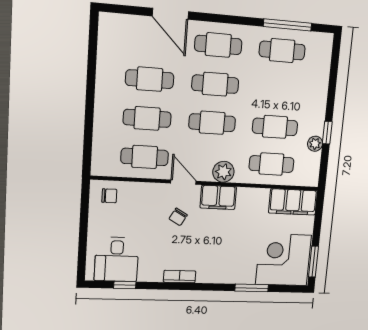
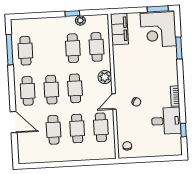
door: (170, 14) -> (14, 122), hinge flipped
filing cabinet: (218, 197) -> (121, 78), removed
desk: (117, 259) -> (166, 121), moved

